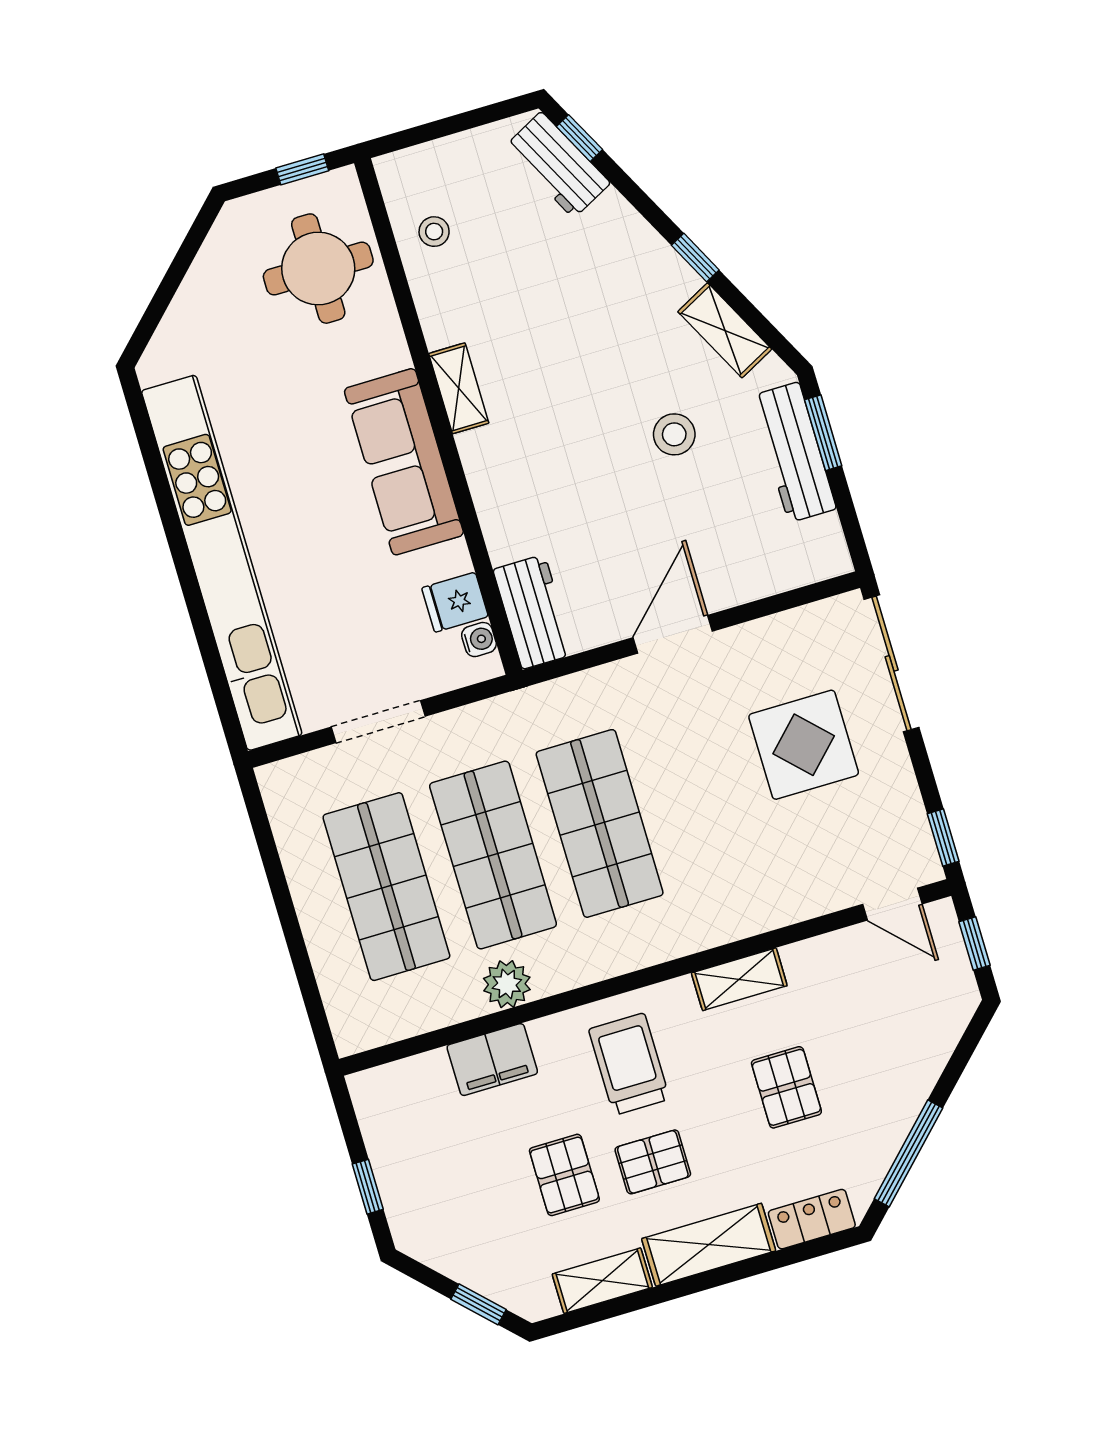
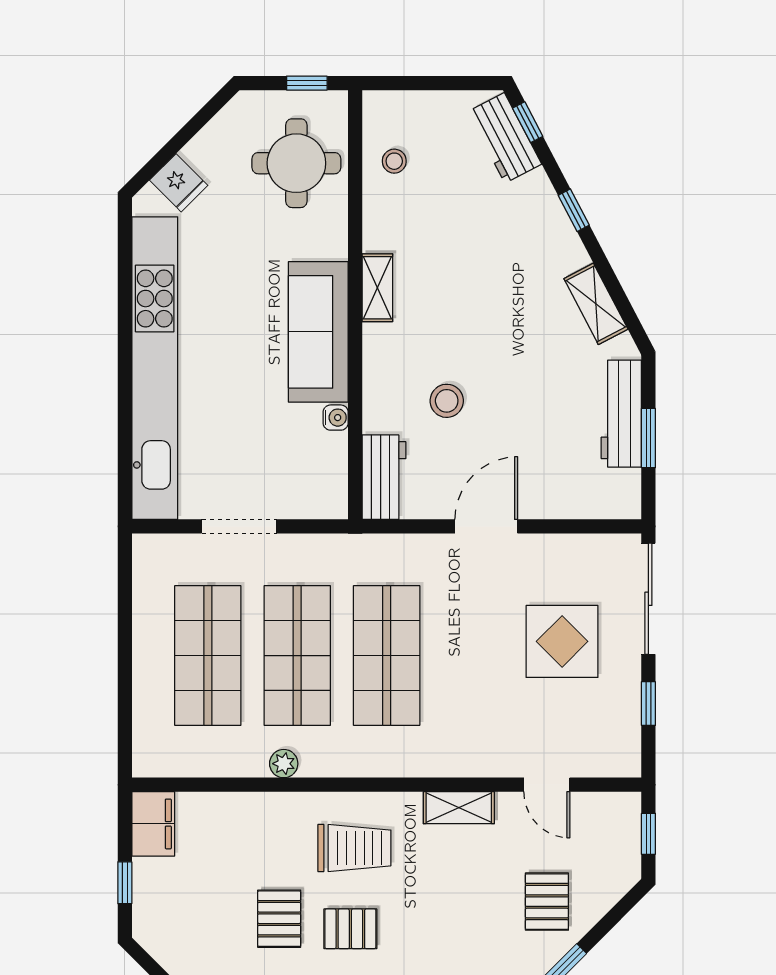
window: (695, 258) -> (574, 210), moved
window: (823, 433) -> (648, 438), moved
stool: (674, 434) -> (447, 401), moved
fridge: (455, 602) -> (179, 183), moved, turned -135
water cooler: (479, 640) -> (336, 418), moved
window: (943, 838) -> (648, 704), moved
door: (892, 904) -> (547, 785), moved
plant: (507, 984) -> (284, 764), width x0.73, depth x0.73
filing cabinet: (492, 1060) -> (153, 824), moved, turned -90
trolley: (629, 1064) -> (354, 848), turned 90
pallet: (786, 1087) -> (547, 902), moved

